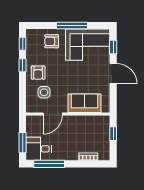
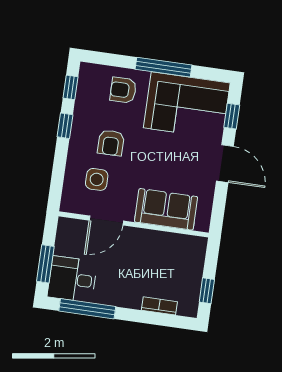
armchair: (38, 73) -> (111, 143), moved
window: (113, 134) -> (207, 291), moved

